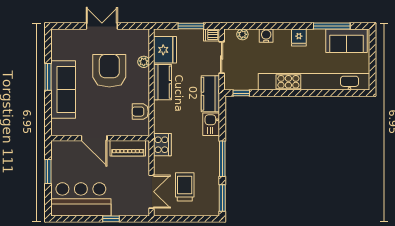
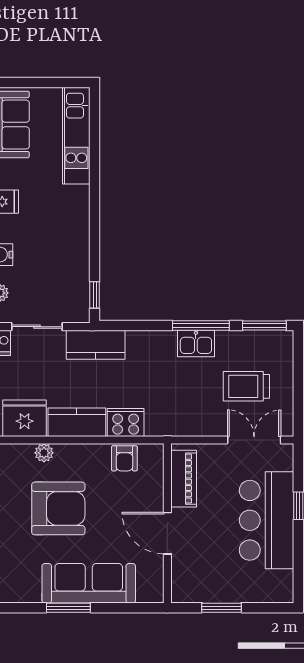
armchair: (109, 71) -> (58, 508), turned 180
kitchen unit: (314, 82) -> (76, 136), width x0.54
kitchen sink: (211, 124) -> (196, 344), moved
door: (94, 138) -> (167, 533), swing flipped
cooker: (162, 145) -> (126, 422), moved
bar counter: (81, 199) -> (267, 520), moved

